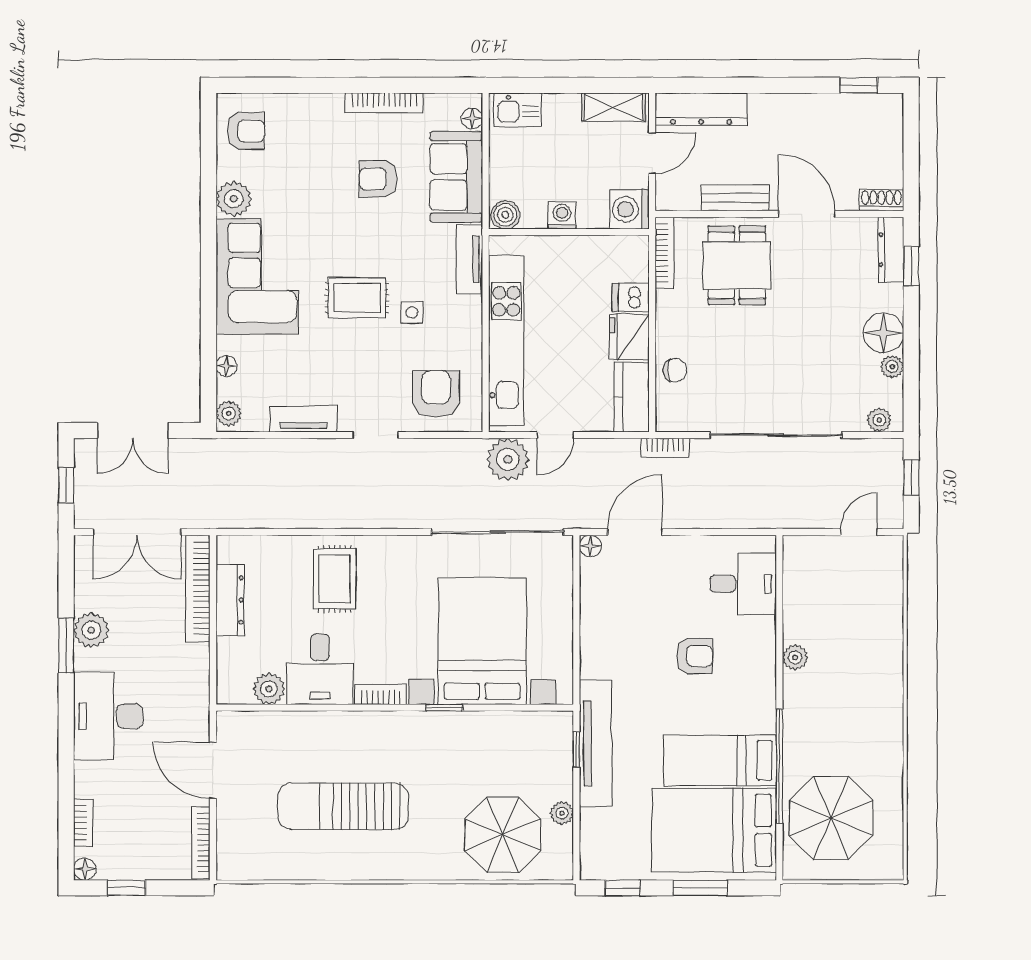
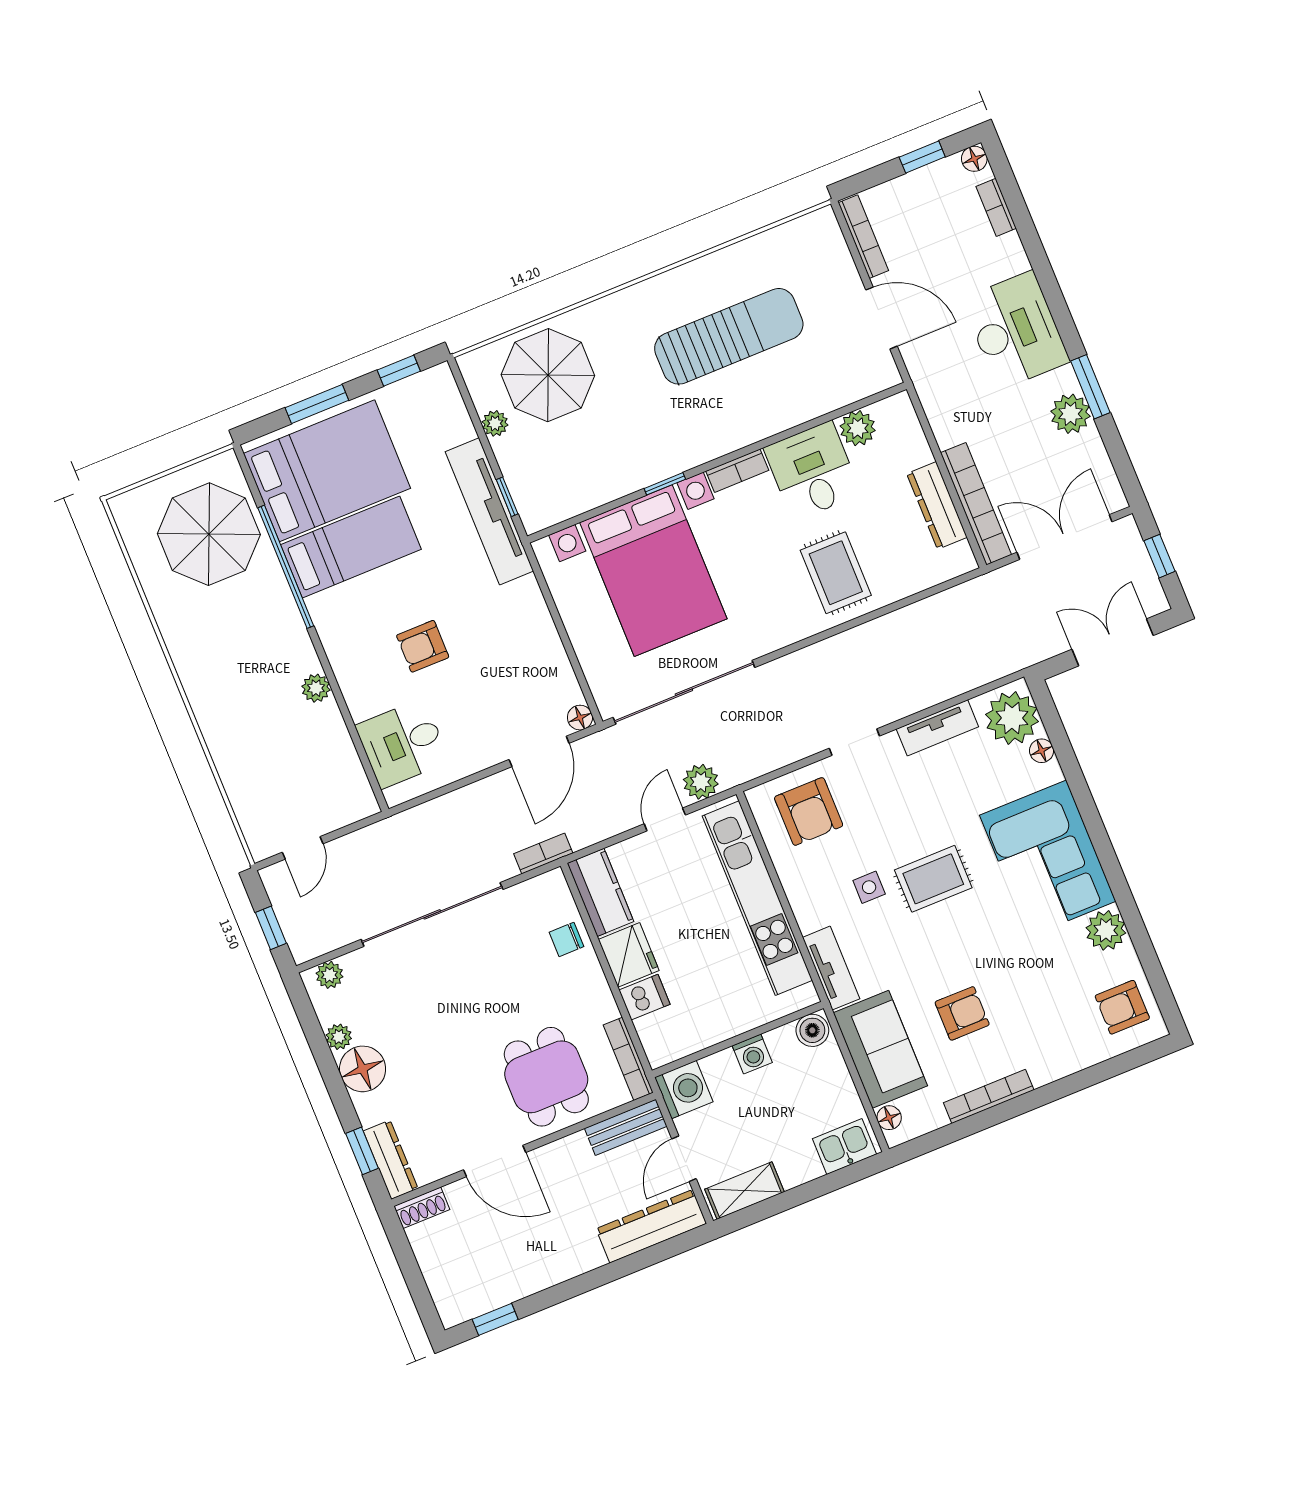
bench: (735, 198) -> (626, 1127), moved
plant: (229, 413) -> (1012, 718), width x1.87, depth x1.87
plant: (508, 459) -> (701, 782), width x0.73, depth x0.73

